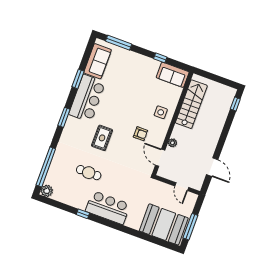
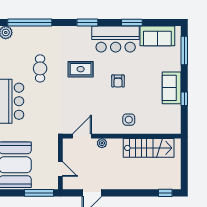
sofa: (173, 75) -> (172, 88), moved
armchair: (140, 134) -> (118, 81), moved
door: (182, 187) -> (60, 169), swing flipped
window: (190, 227) -> (39, 193), moved

